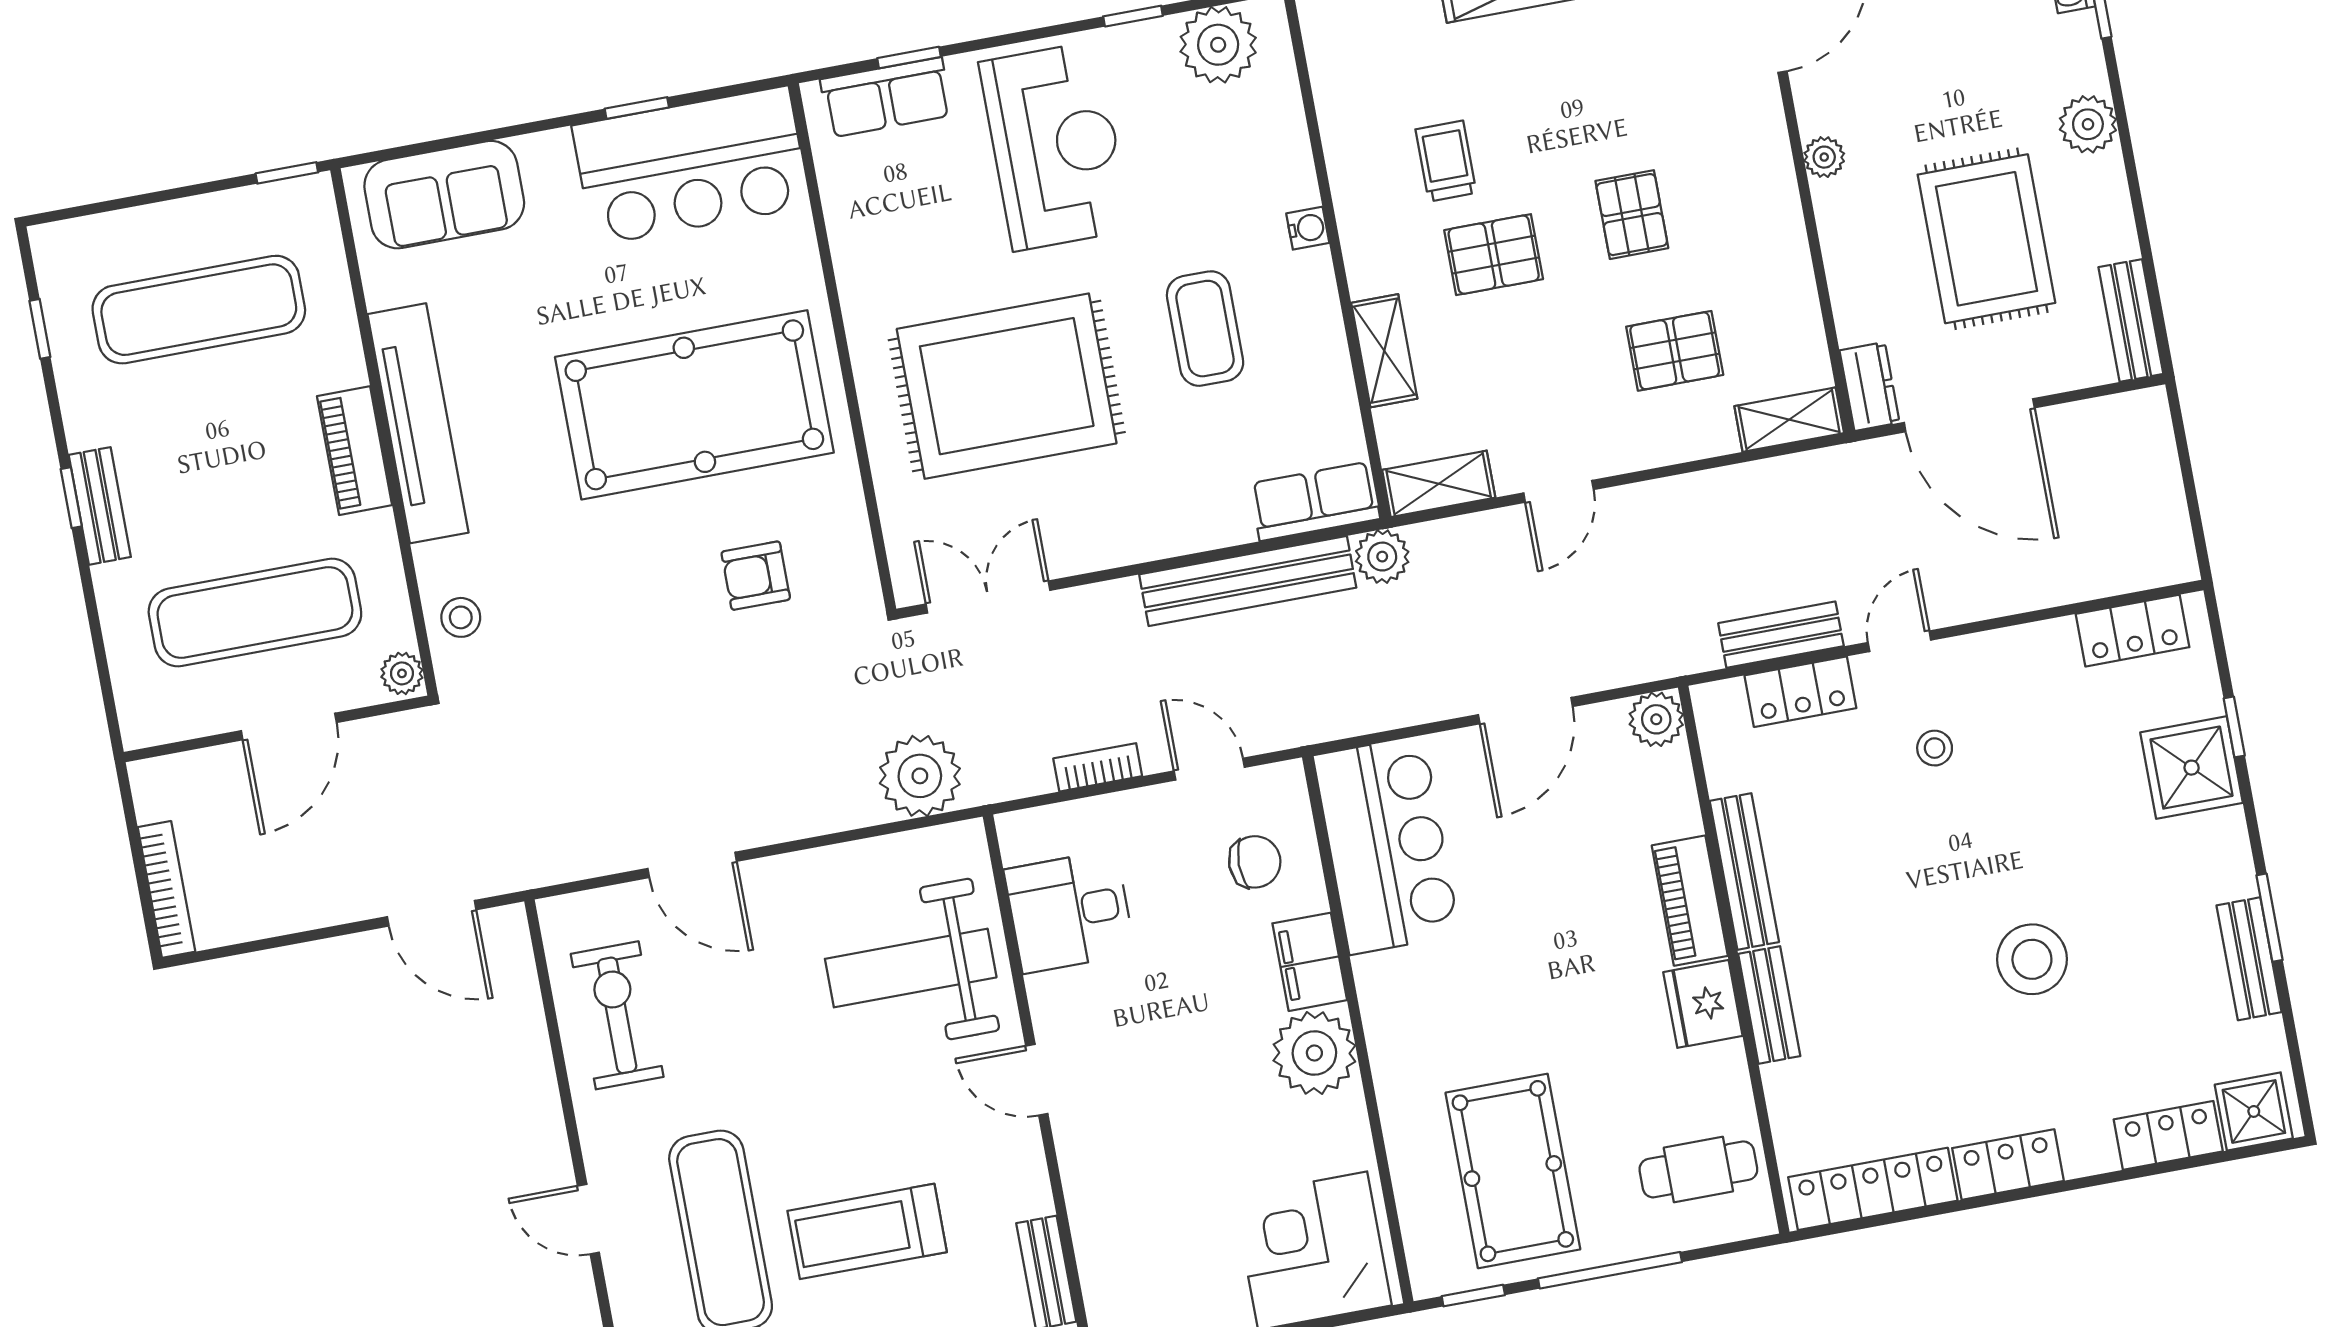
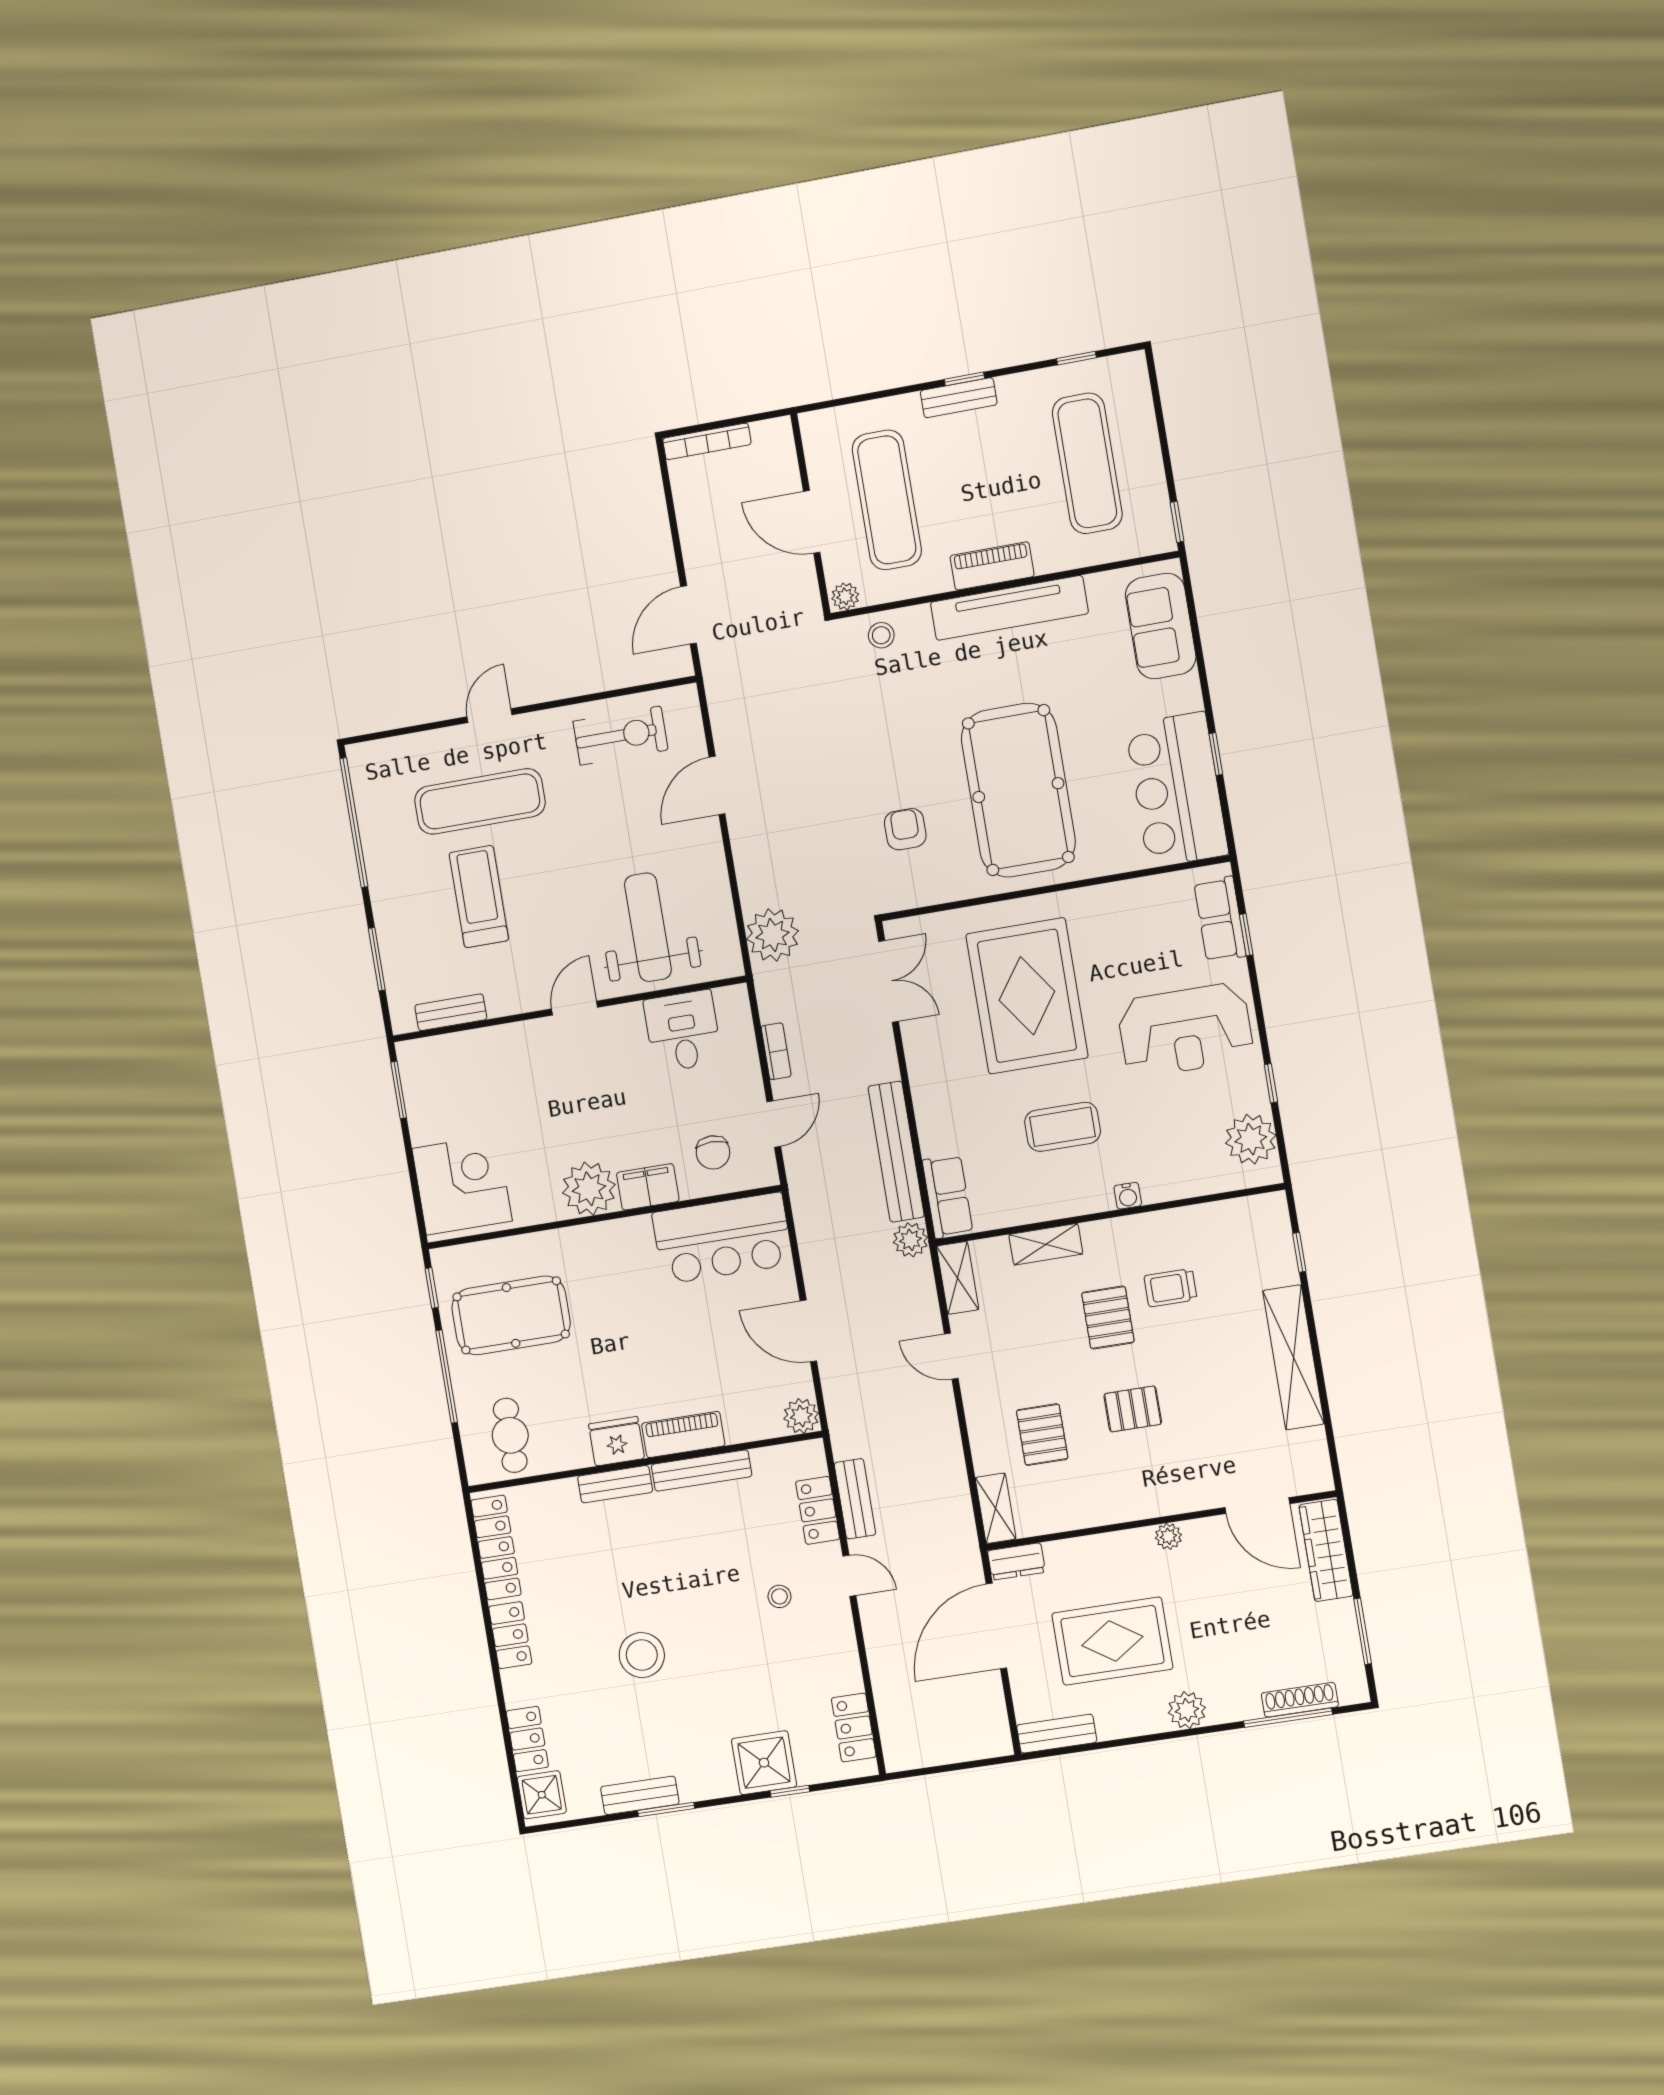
trolley: (1446, 161) -> (1170, 1288), turned 180

